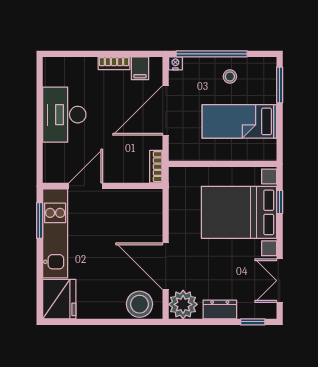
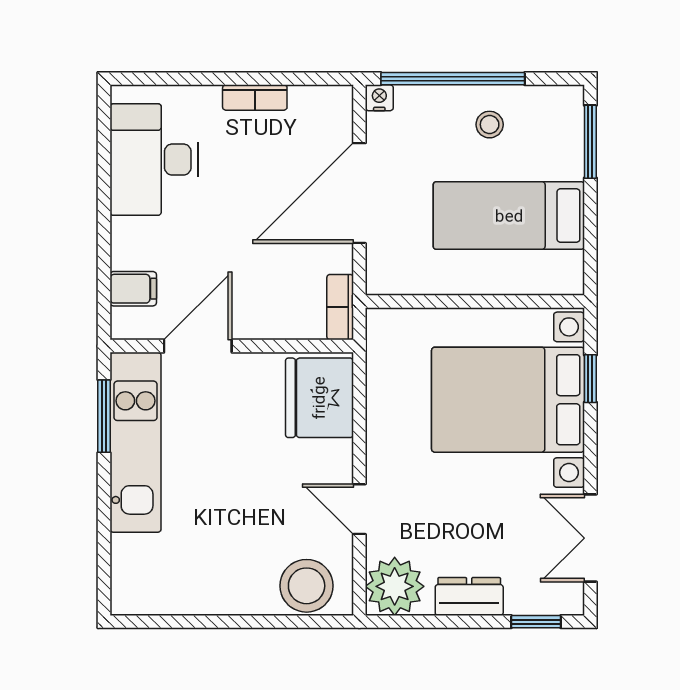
filing cabinet: (140, 68) -> (133, 289), moved, turned -90
desk: (64, 115) -> (154, 160), moved
door: (166, 266) -> (359, 509), width x0.53
fridge: (59, 299) -> (319, 398), moved, turned 180

